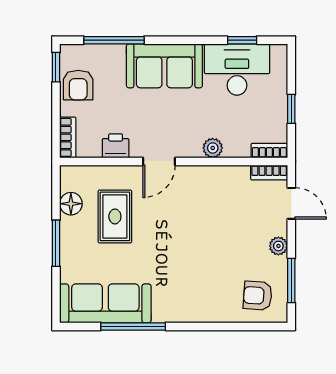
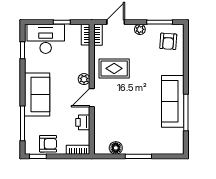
desk: (237, 70) -> (46, 39), moved, turned 90
plant: (213, 148) -> (84, 79), moved
door: (159, 161) -> (92, 98), swing flipped
rug: (115, 216) -> (114, 68), moved
sofa: (105, 303) -> (173, 101), moved

